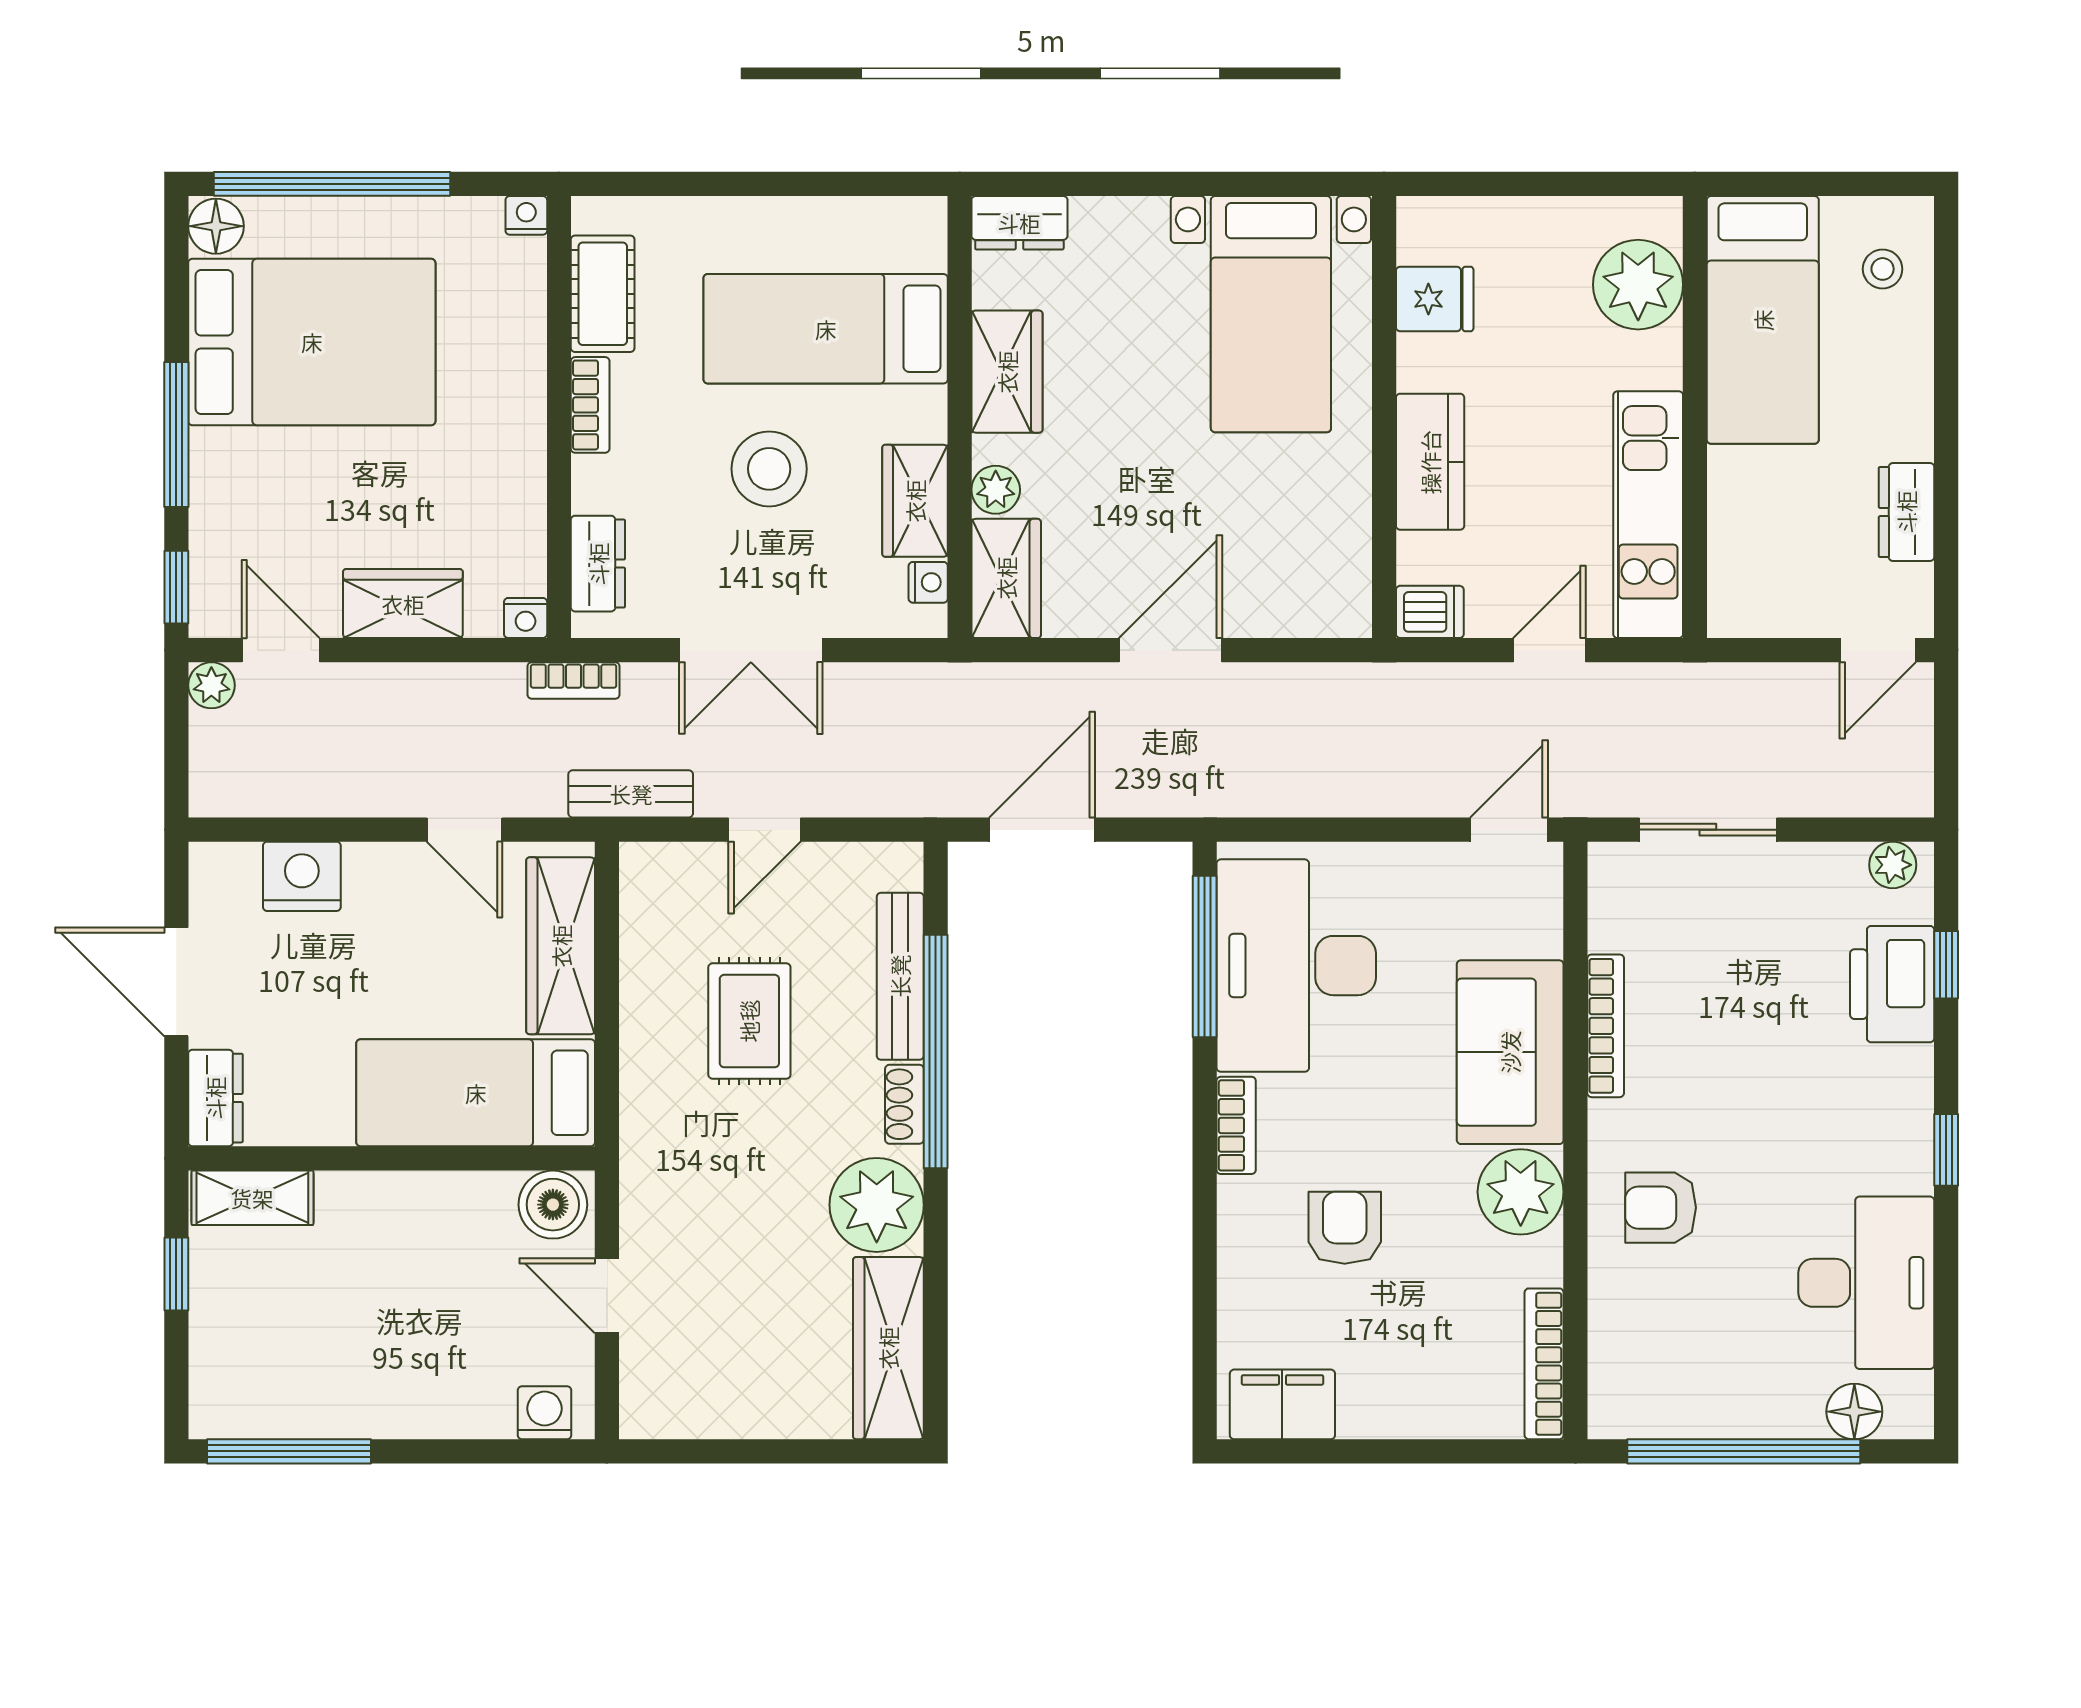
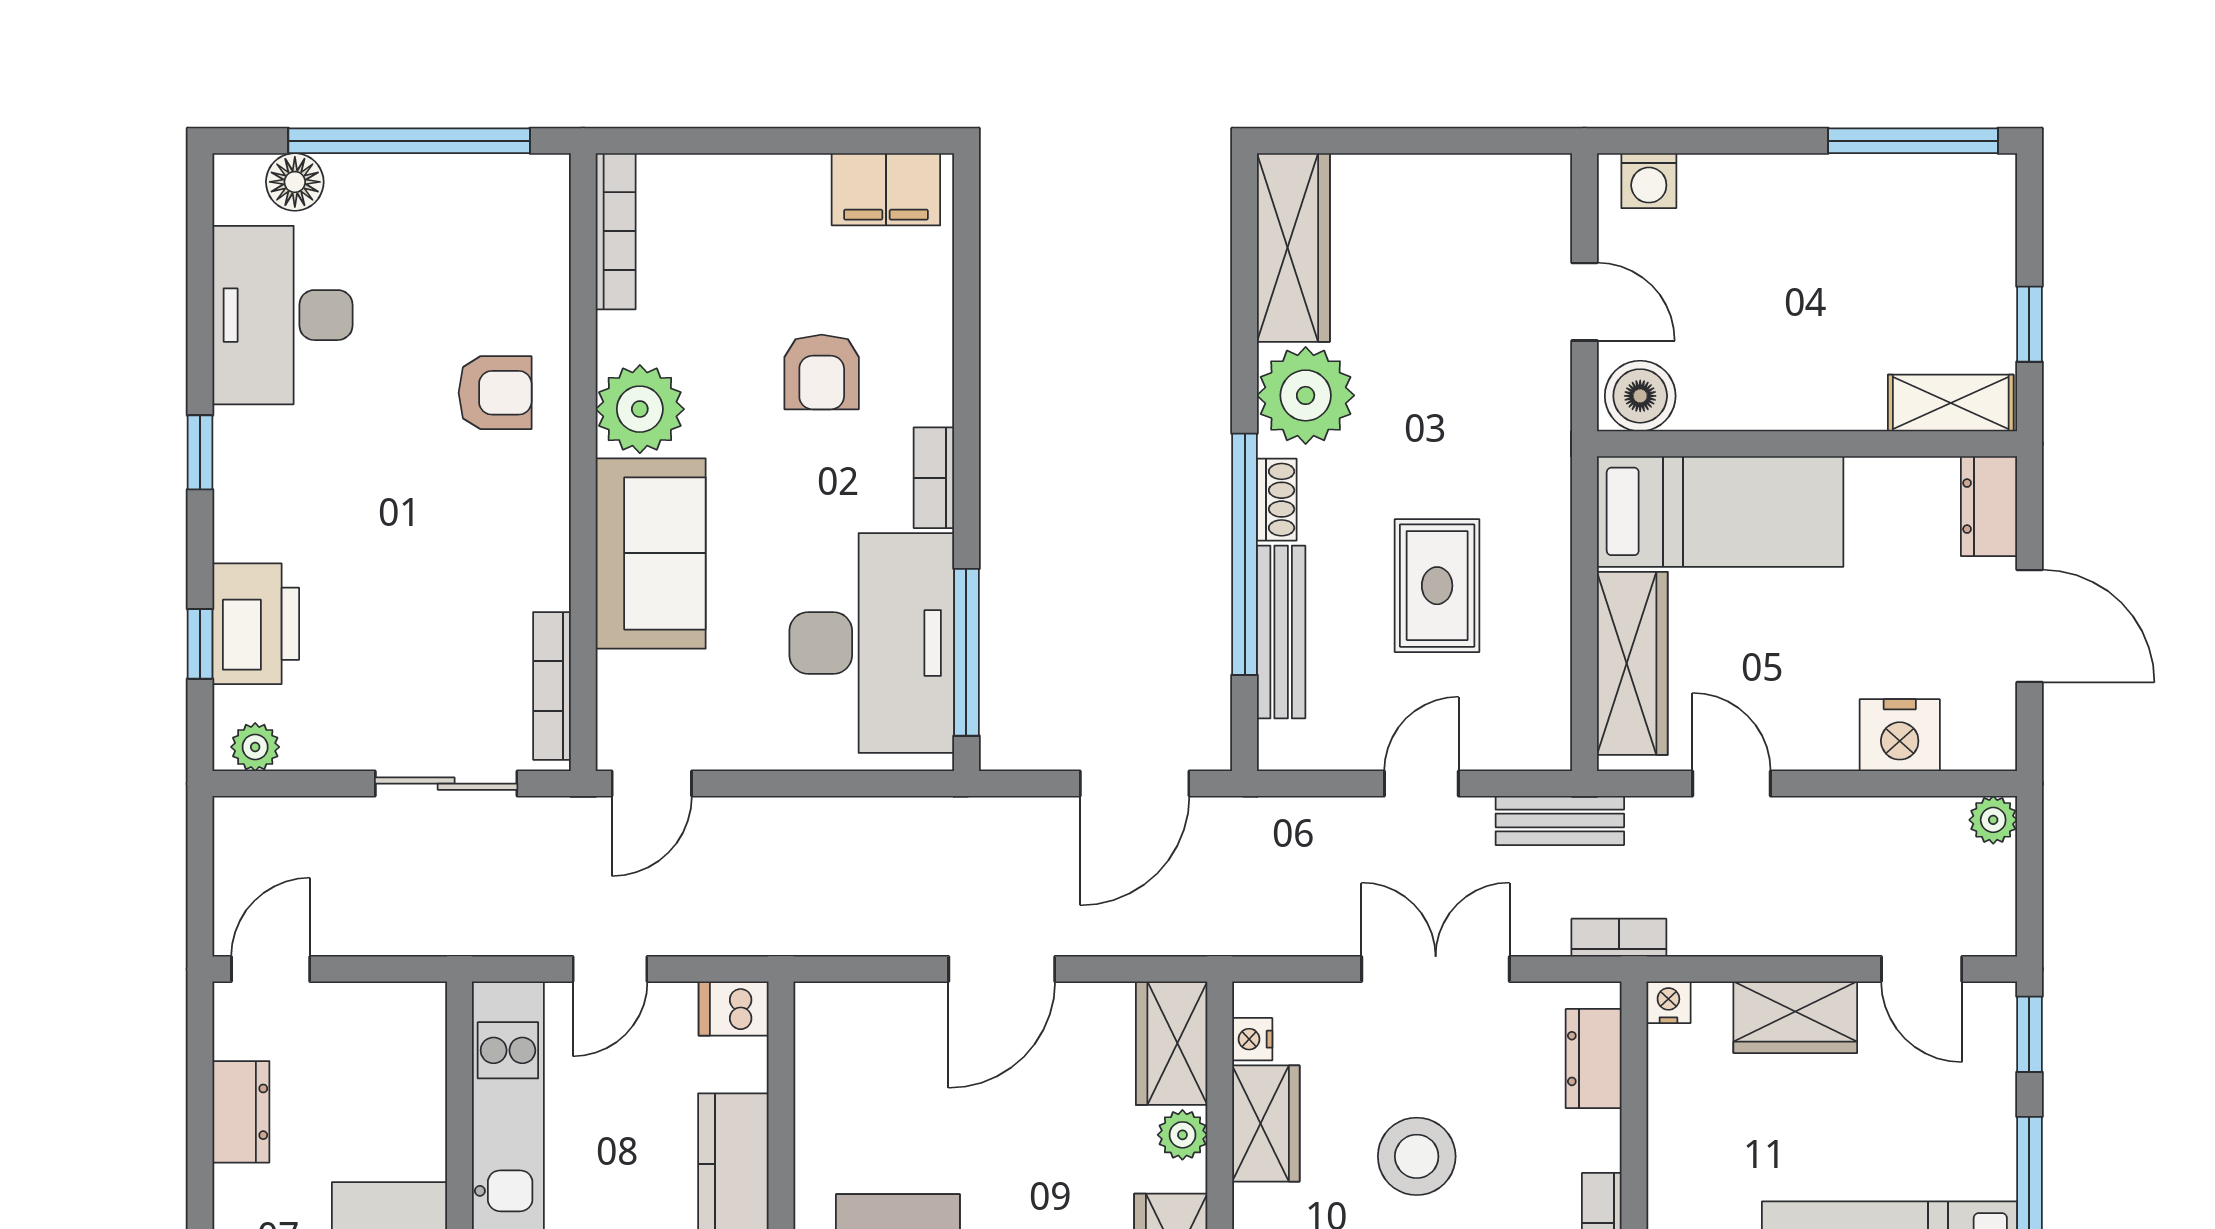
plant: (211, 685) -> (1993, 820), moved
bookcase: (1606, 1026) -> (552, 686), moved

